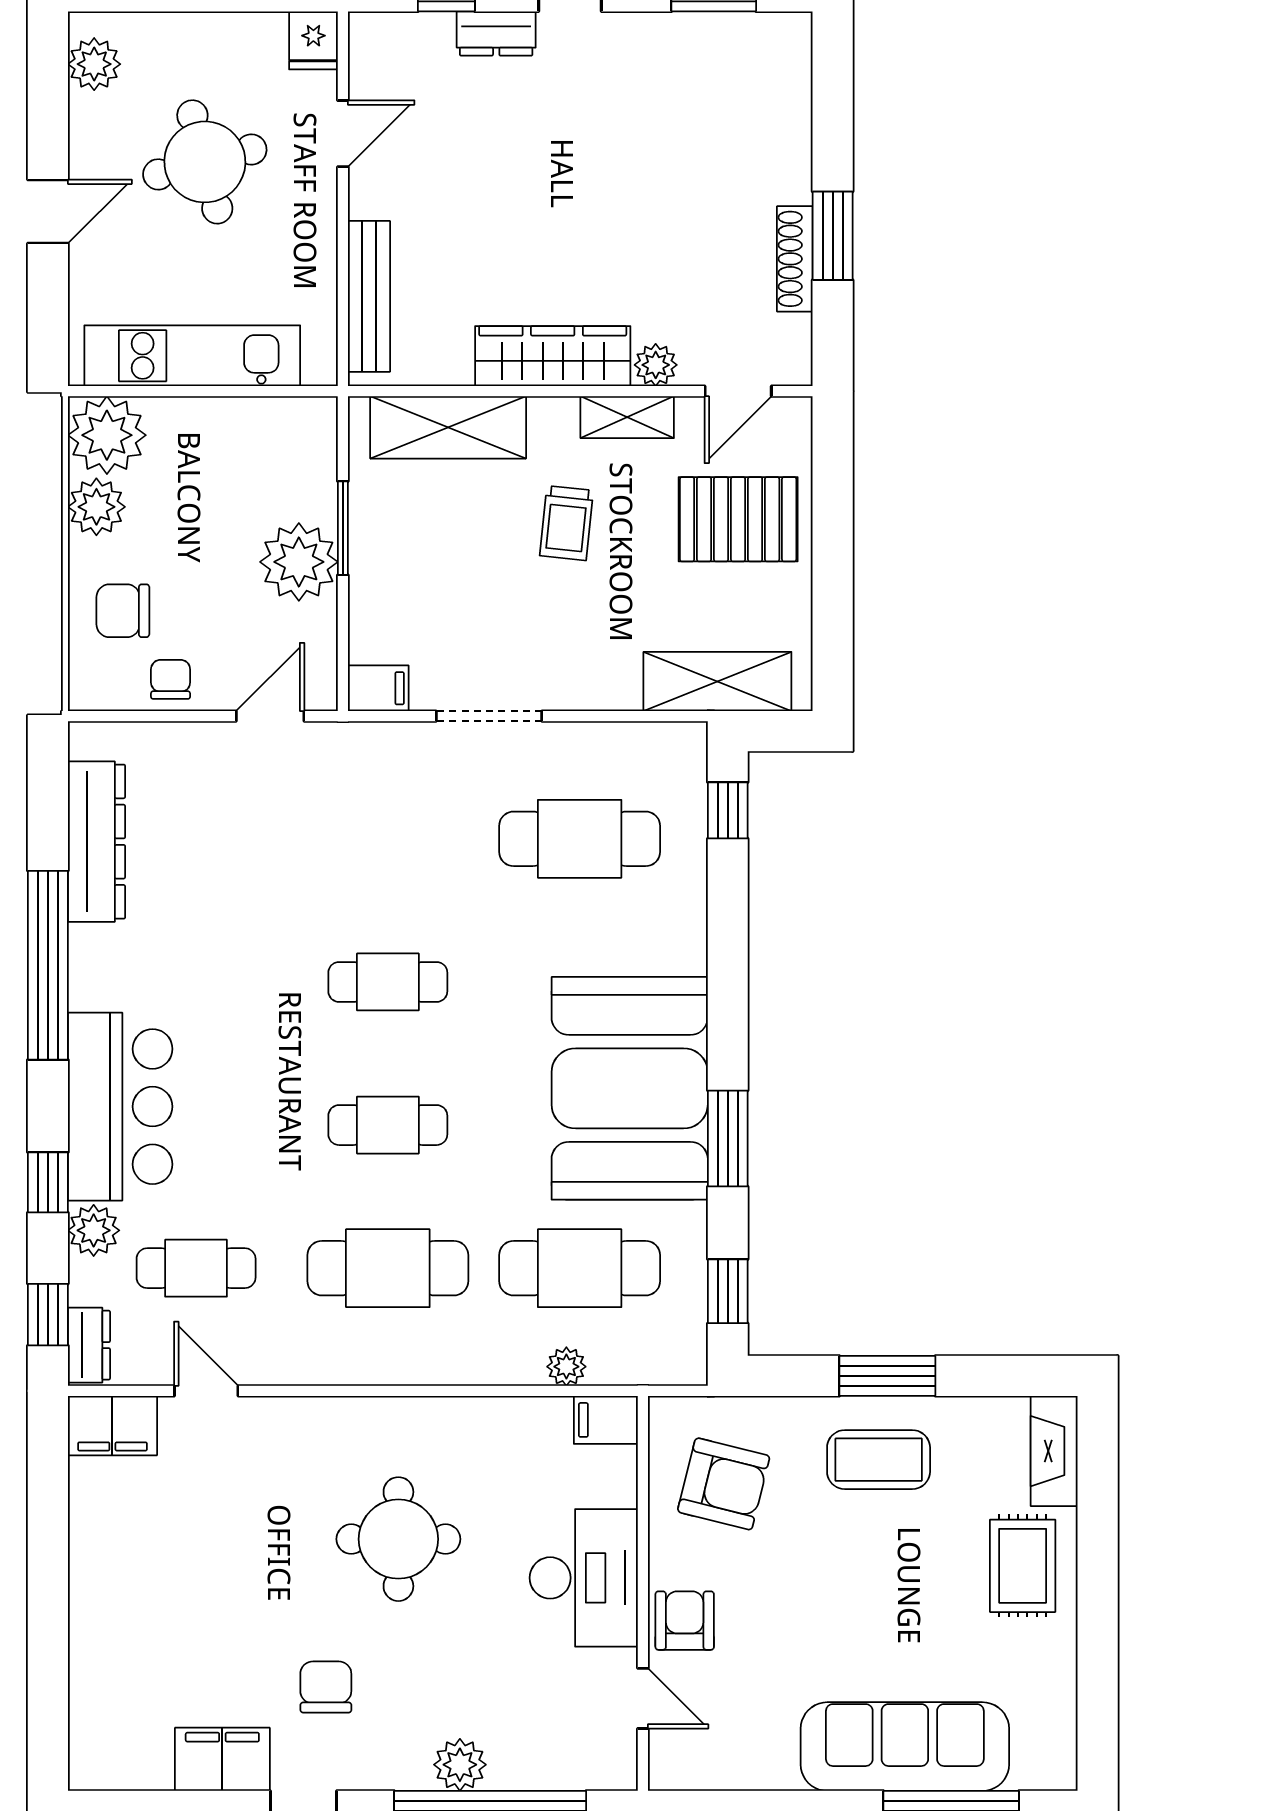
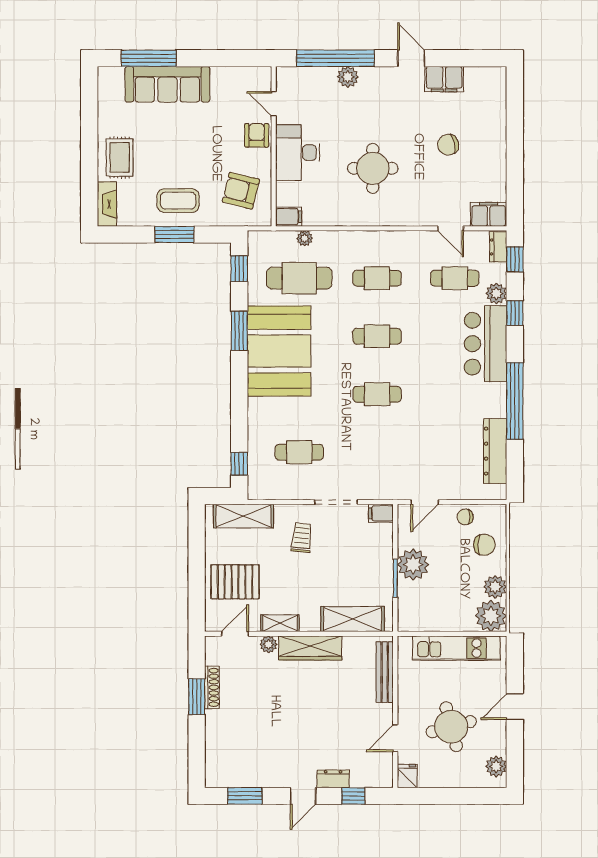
trolley: (567, 523) -> (302, 538), moved
chair: (171, 679) -> (465, 517), turned 90
cafe table: (580, 839) -> (299, 452), width x0.73, depth x0.74
cafe table: (388, 1268) -> (377, 278), width x0.73, depth x0.74
armchair: (685, 1621) -> (257, 135), turned 180
chair: (326, 1687) -> (448, 145), moved, turned 77

